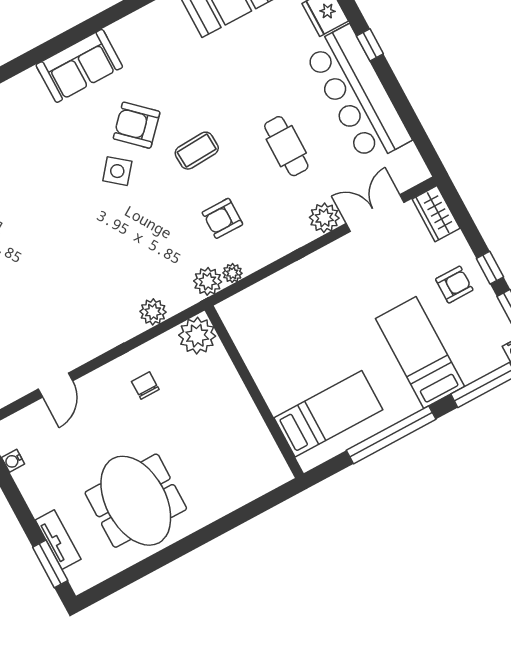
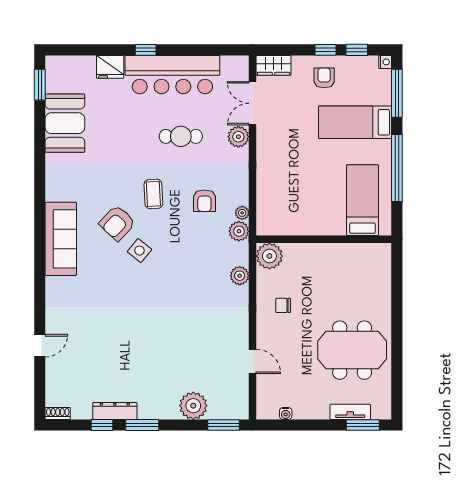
sofa: (79, 66) -> (61, 239), width x1.36

